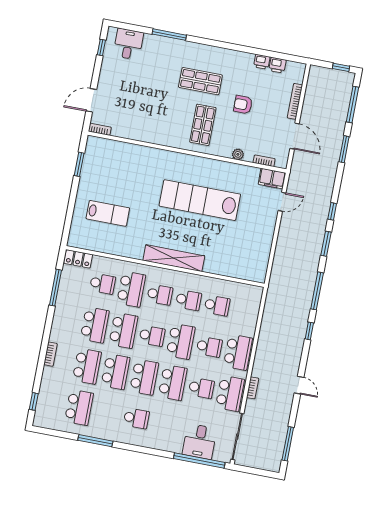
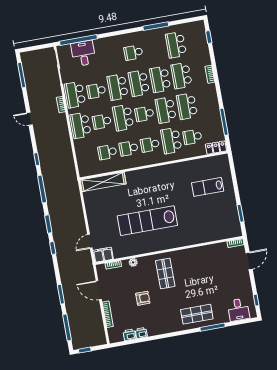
shop shelf: (200, 81) -> (197, 314), moved
lab bench: (200, 200) -> (147, 221), turned 180
shelving: (174, 258) -> (103, 182), moved

